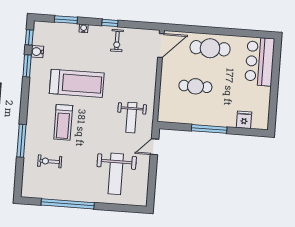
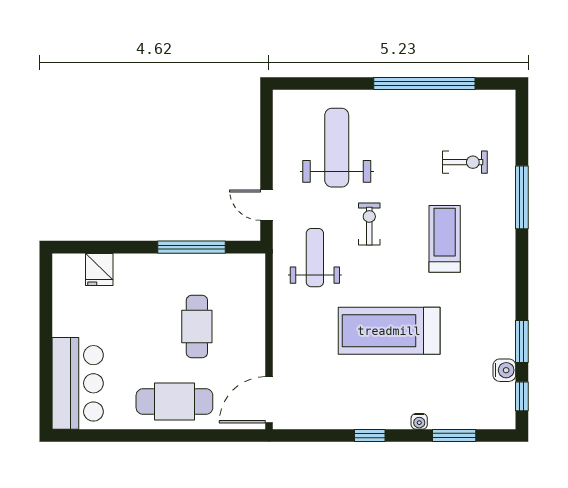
exercise bike: (117, 41) -> (369, 224), moved
treadmill: (77, 83) -> (389, 331), moved
cafe table: (195, 86) -> (197, 327), turned 90
window: (209, 129) -> (192, 247), moved
door: (155, 147) -> (267, 205), swing flipped

